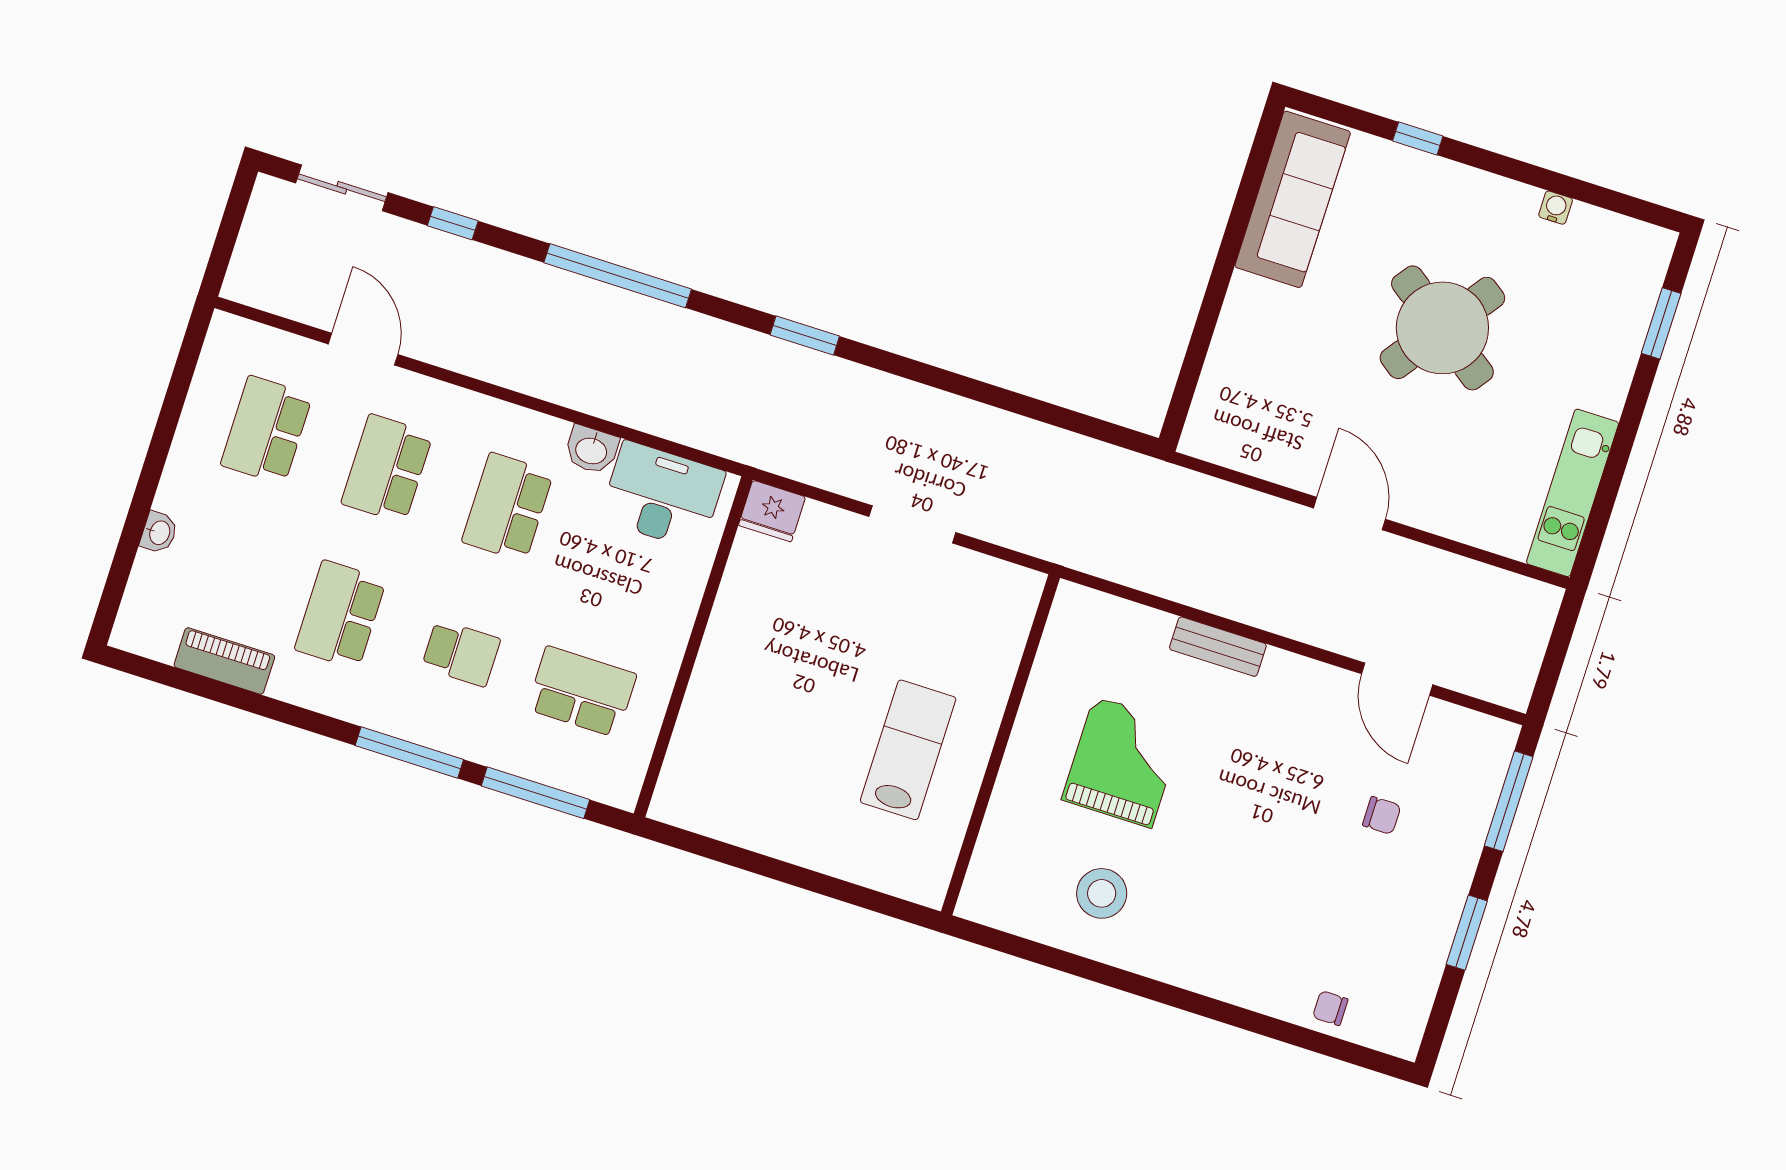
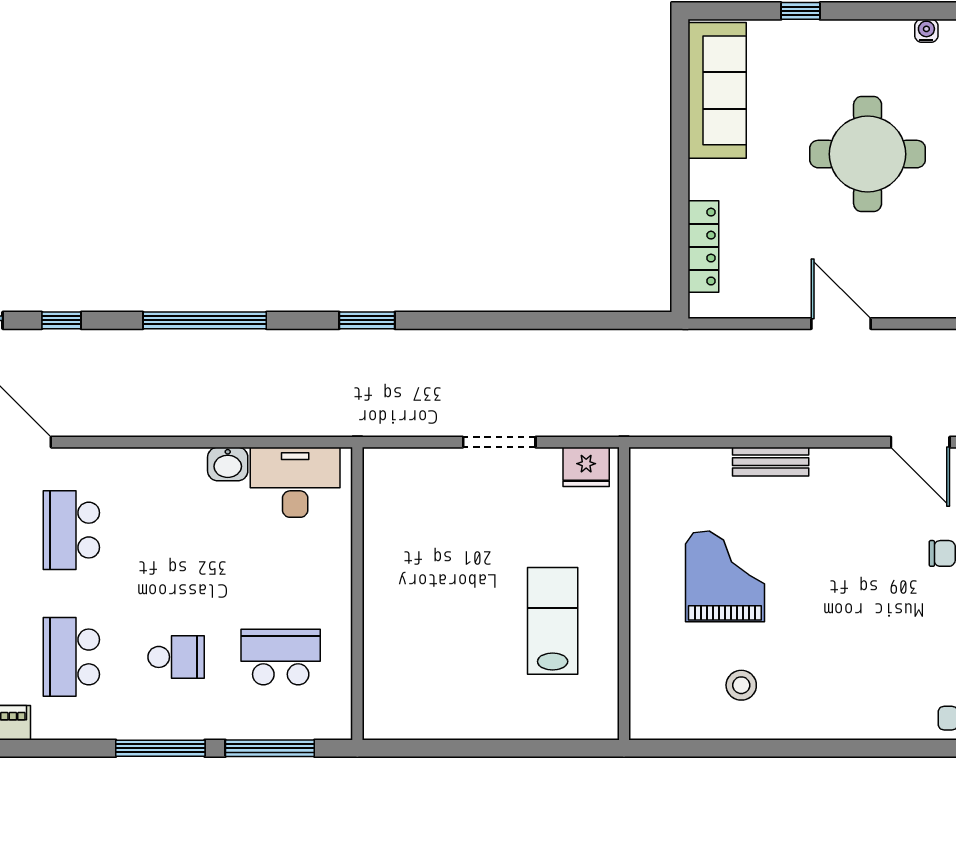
round table: (1442, 328) -> (868, 154), turned -36
locker: (1219, 374) -> (703, 247), added
school desk: (508, 507) -> (176, 530), removed
fridge: (772, 511) -> (586, 467), moved
stool: (1102, 893) -> (741, 685), width x0.73, depth x0.73

